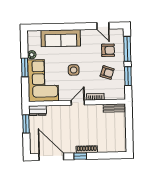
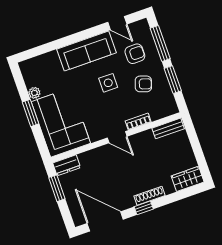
sofa: (61, 38) -> (87, 51), moved
side table: (74, 70) -> (108, 83), moved
door: (78, 103) -> (117, 137), swing flipped
wardrobe: (116, 146) -> (188, 179), added

